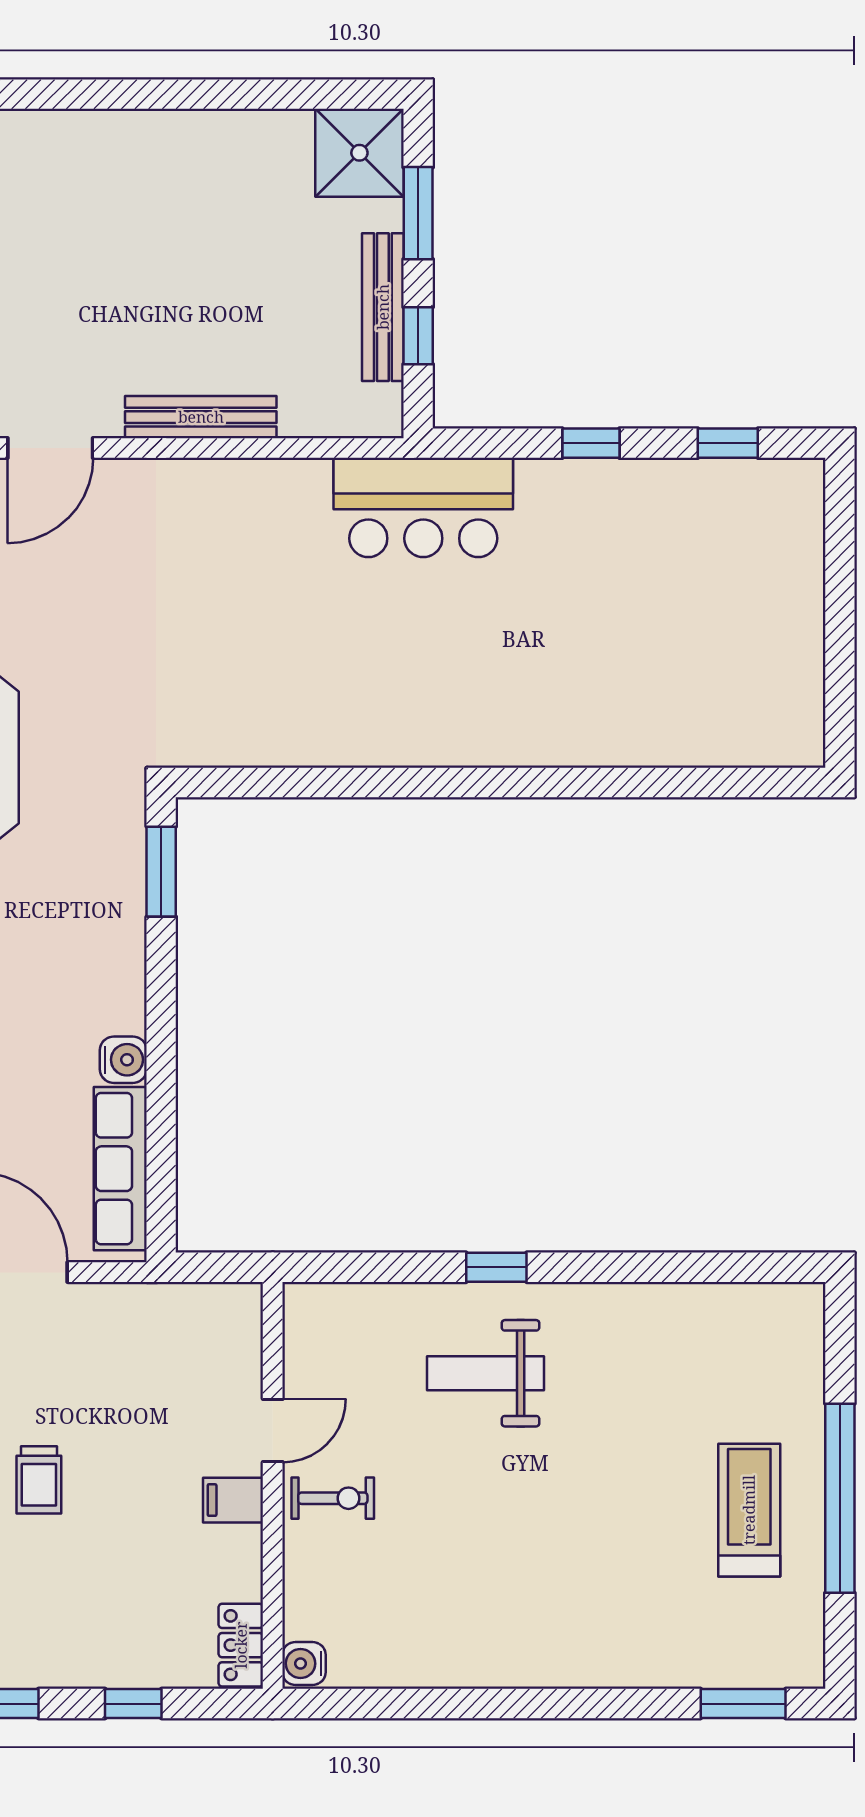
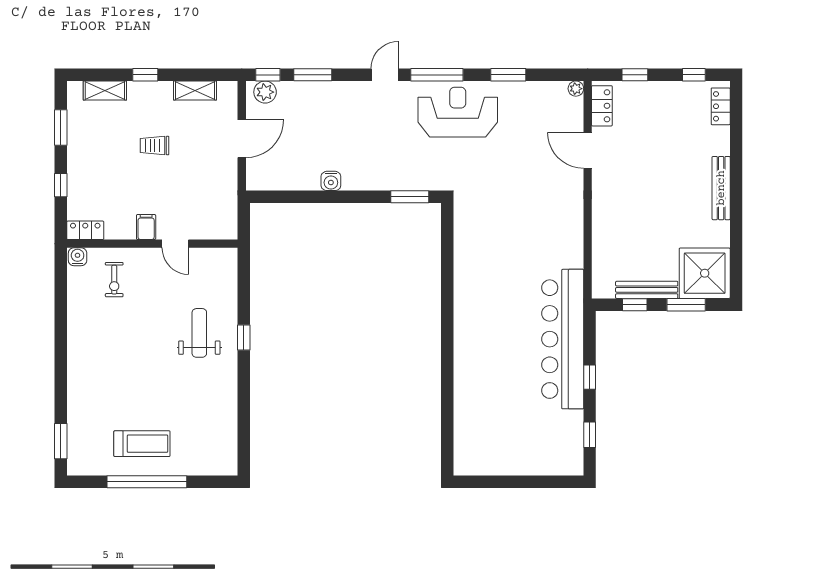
shower: (359, 153) -> (705, 273), width x1.37, depth x1.37
bench: (201, 417) -> (721, 188), moved
bar counter: (423, 507) -> (563, 339), width x1.86
row of seats: (120, 1169) -> (285, 180), removed
exercise bike: (333, 1498) -> (114, 280), moved

